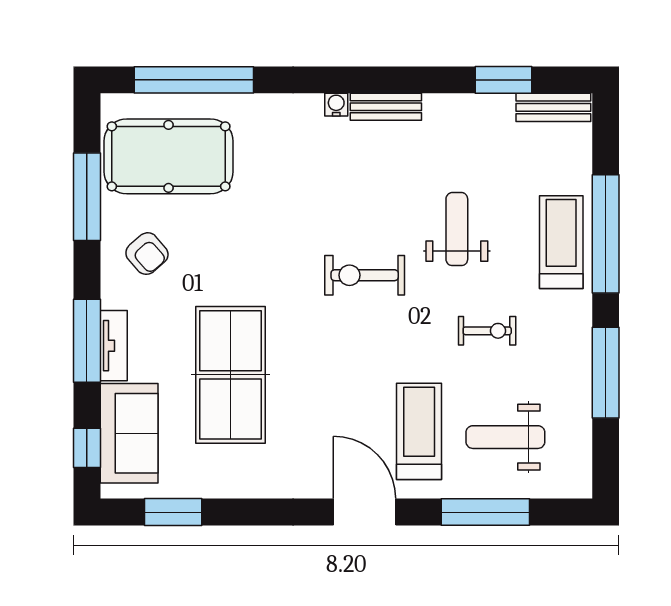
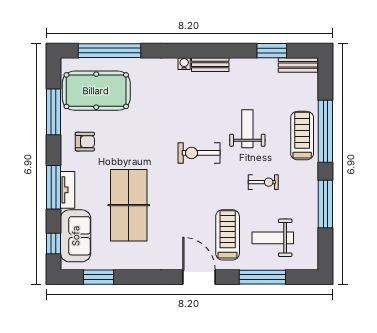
armchair: (147, 254) -> (85, 142), turned -49

